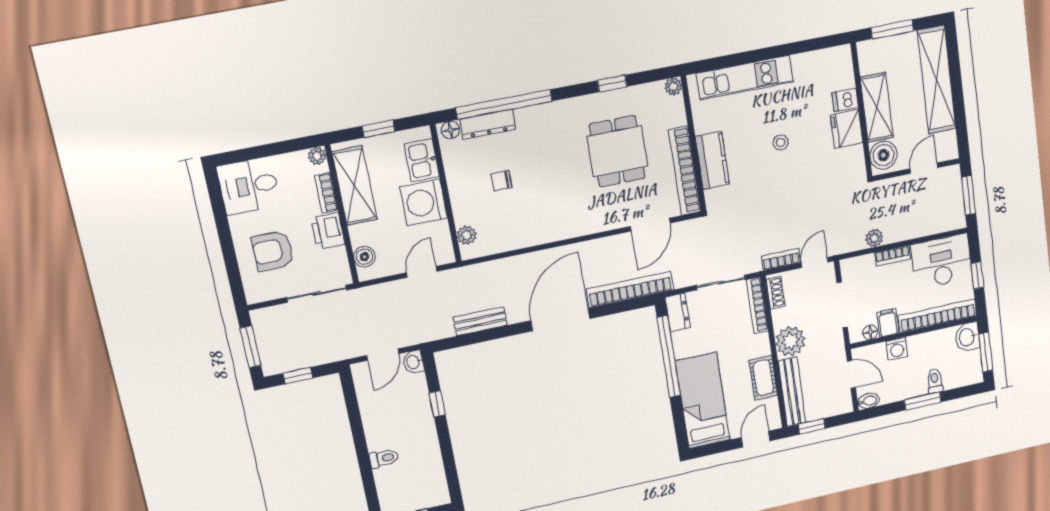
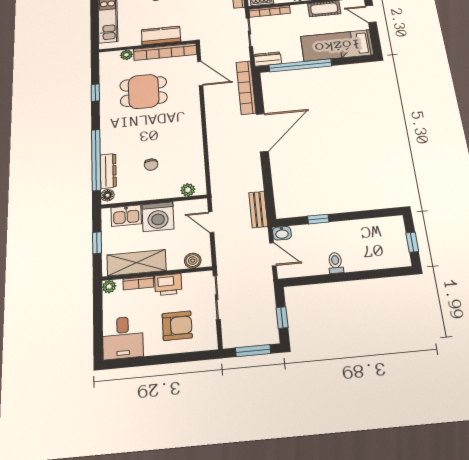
plant: (673, 87) -> (126, 55), moved
armchair: (273, 251) -> (177, 326), turned -90
door: (560, 320) -> (262, 133), swing flipped
bench: (480, 321) -> (258, 210), moved
toilet: (384, 458) -> (336, 263), moved

